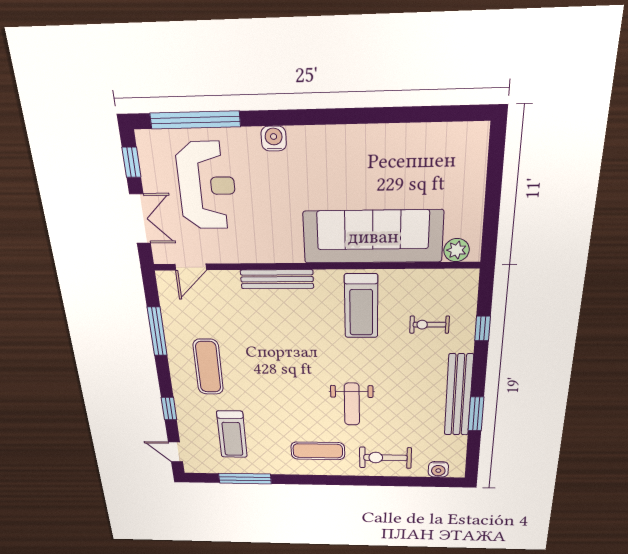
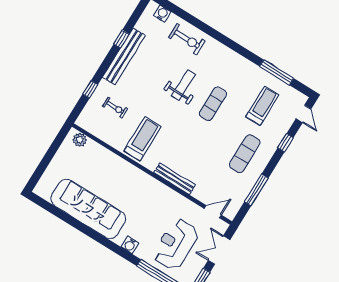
sofa: (373, 237) -> (88, 209), moved, turned 180
window: (476, 414) -> (121, 39), width x0.67
exercise mat: (318, 451) -> (213, 104), moved, turned 90

